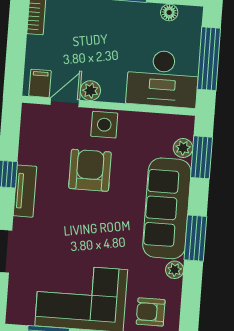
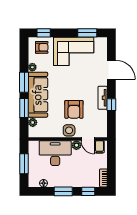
window: (209, 59) -> (24, 164), width x0.69
desk: (163, 79) -> (55, 153), moved
door: (65, 102) -> (88, 139), hinge flipped
window: (201, 157) -> (24, 108), moved

